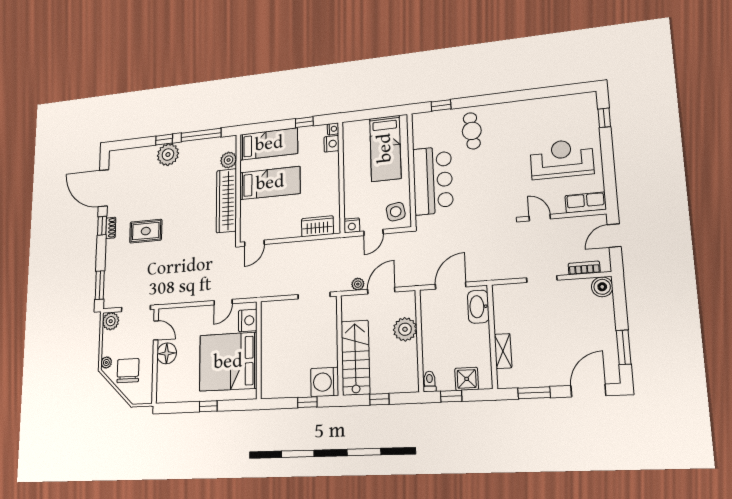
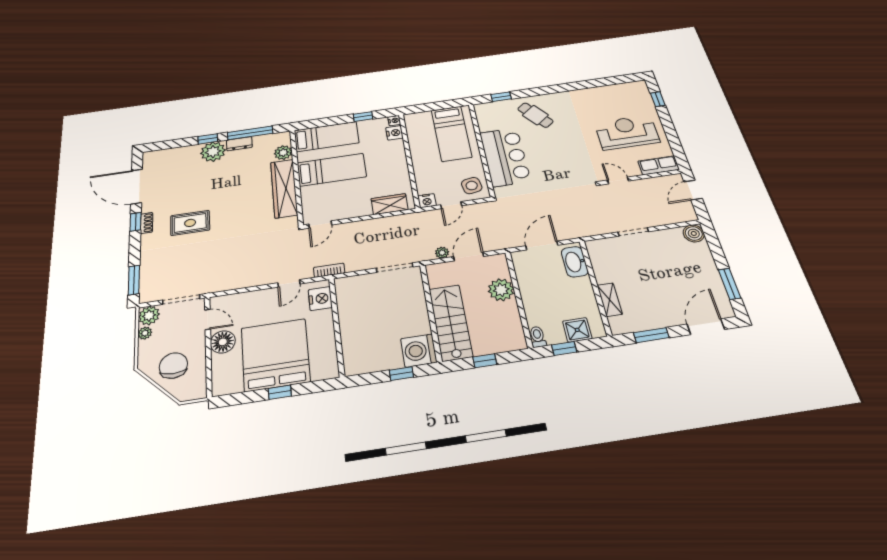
cafe table: (472, 131) -> (535, 115), turned -33
dresser: (191, 147) -> (239, 144), added
bookcase: (584, 268) -> (329, 270), moved
plant: (106, 362) -> (145, 333), moved
bed: (228, 362) -> (275, 355), moved, turned 90

